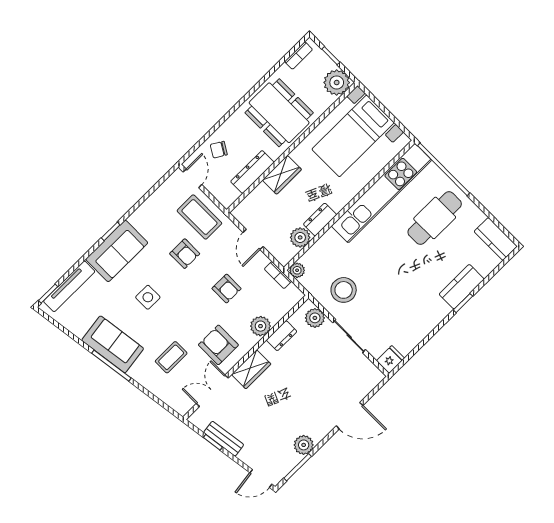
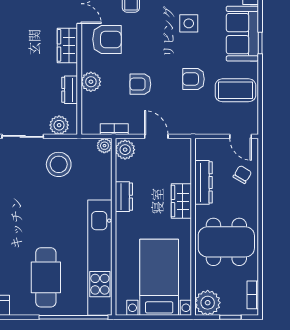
coffee table: (199, 217) -> (235, 90), moved
plant: (300, 237) -> (125, 150), moved

